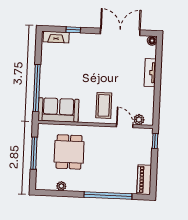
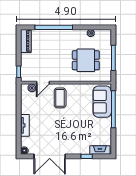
sofa: (58, 110) -> (102, 102), moved, turned 90
door: (125, 126) -> (43, 83), hinge flipped
dining table: (69, 152) -> (86, 60), turned 90

